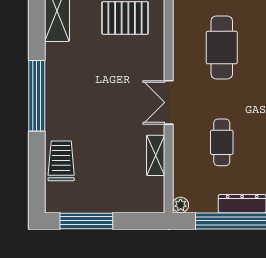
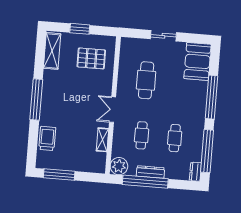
plant: (181, 205) -> (119, 166), width x1.88, depth x1.88

